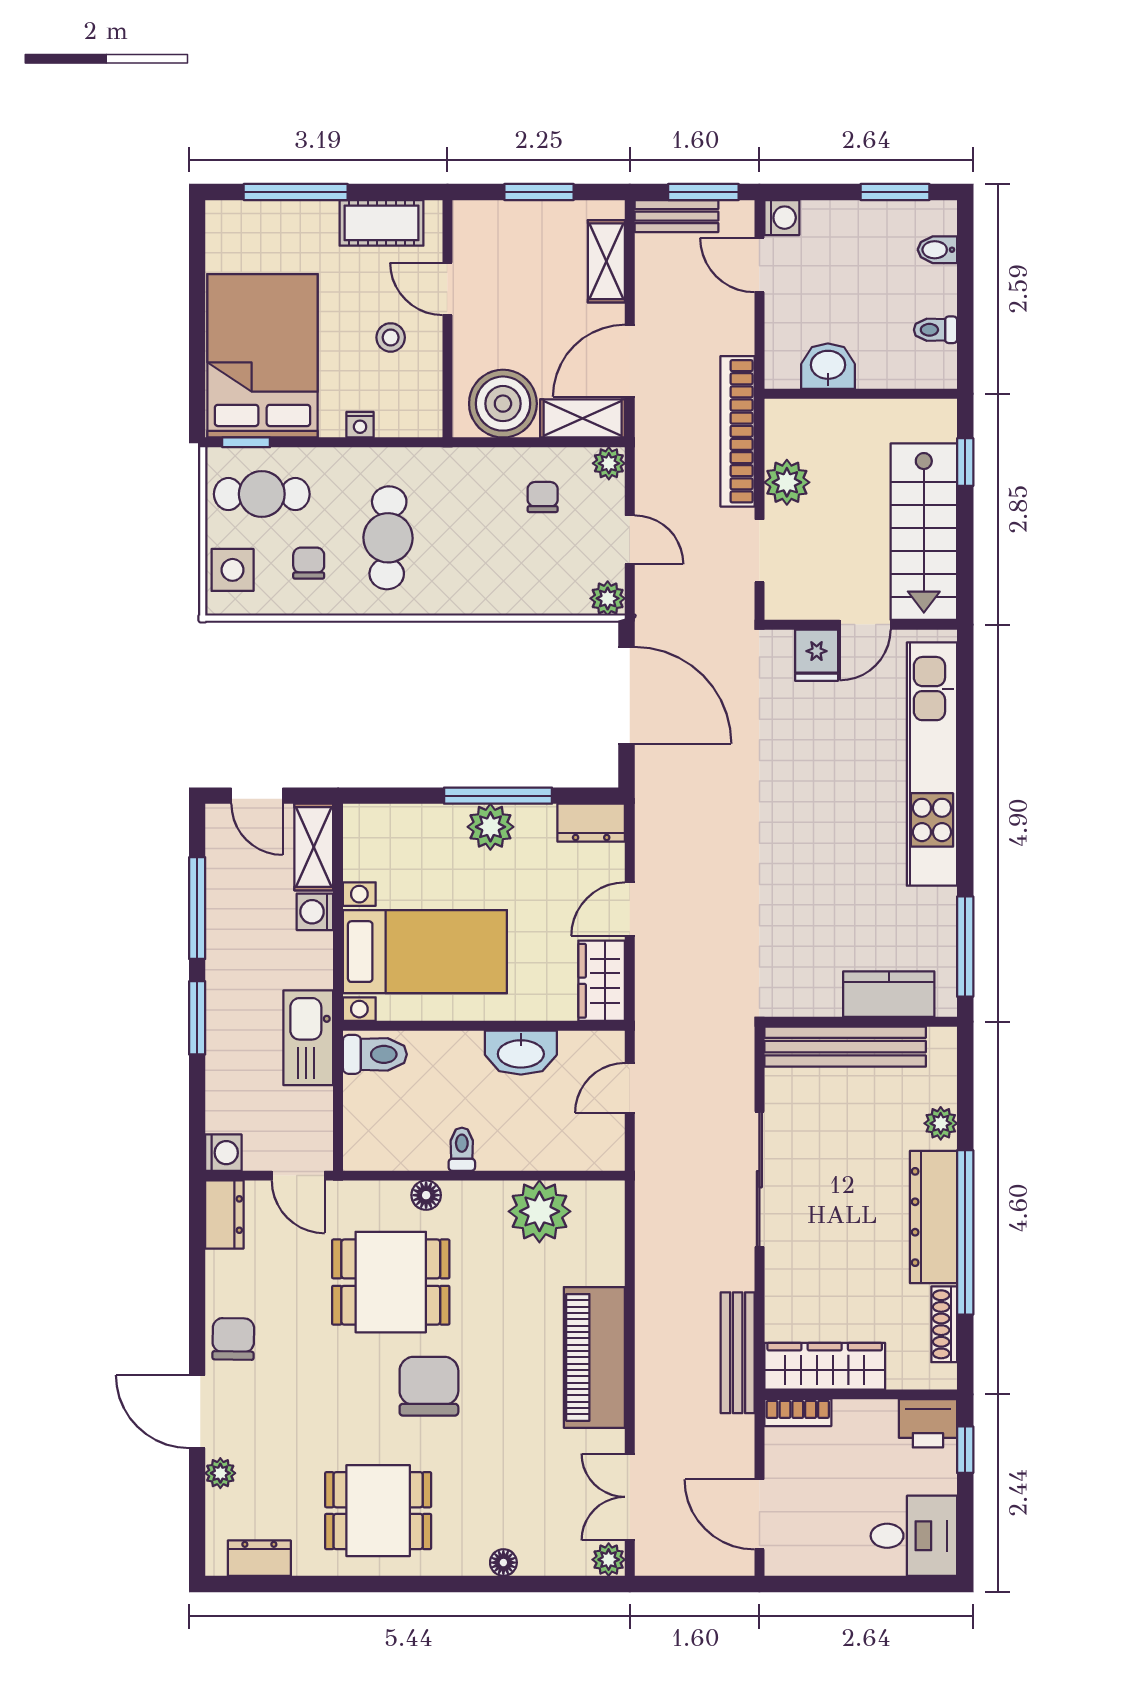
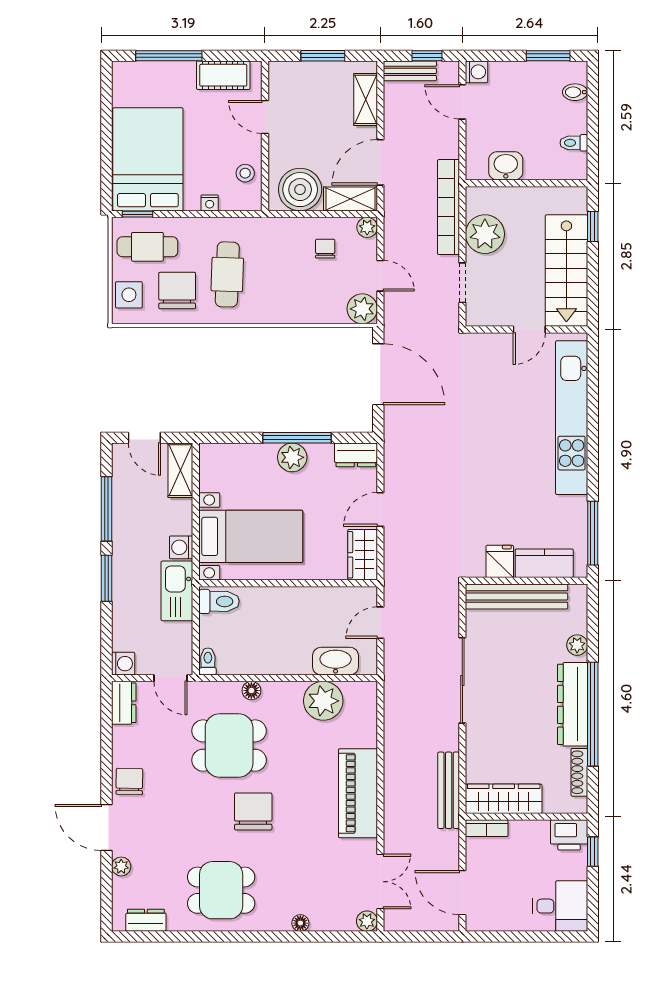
window: (703, 192) -> (427, 56), width x0.67
stool: (391, 337) -> (245, 173), moved
plant: (787, 482) -> (485, 234), width x1.36, depth x1.36
chair: (309, 563) -> (177, 291), width x1.87, depth x1.87
plant: (608, 598) -> (362, 309), width x1.38, depth x1.38
fridge: (817, 655) -> (500, 561), moved, turned 180
washing machine: (315, 912) -> (181, 547), moved
washbasin: (521, 1053) -> (336, 661), moved, turned 180
toilet: (462, 1149) -> (208, 661), moved
double door: (630, 1497) -> (380, 882), swing flipped

